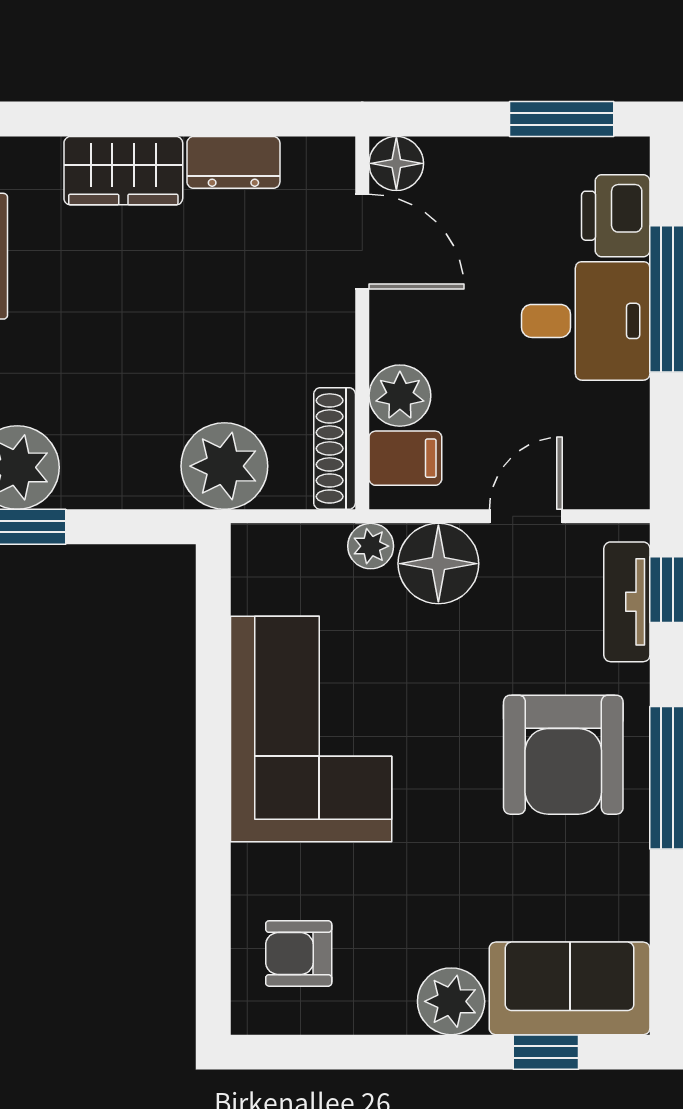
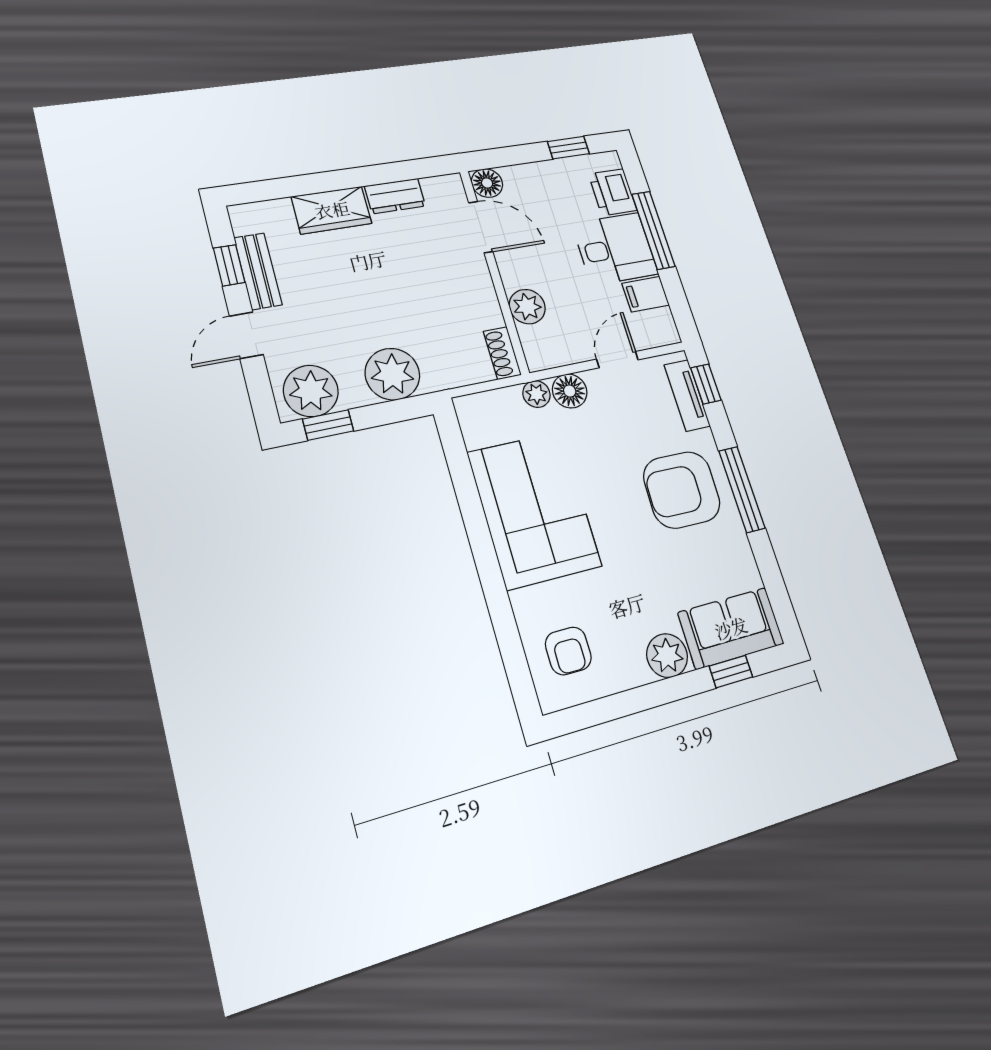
window: (562, 119) -> (568, 148), width x0.67
shoe rack: (335, 448) -> (502, 353), width x0.70
filing cabinet: (405, 458) -> (646, 294), moved, turned 180
plant: (224, 466) -> (392, 374), moved
floor lamp: (438, 564) -> (570, 391), width x0.73, depth x0.73
armchair: (563, 755) -> (682, 490), turned 91
armchair: (299, 953) -> (568, 651), turned -90

